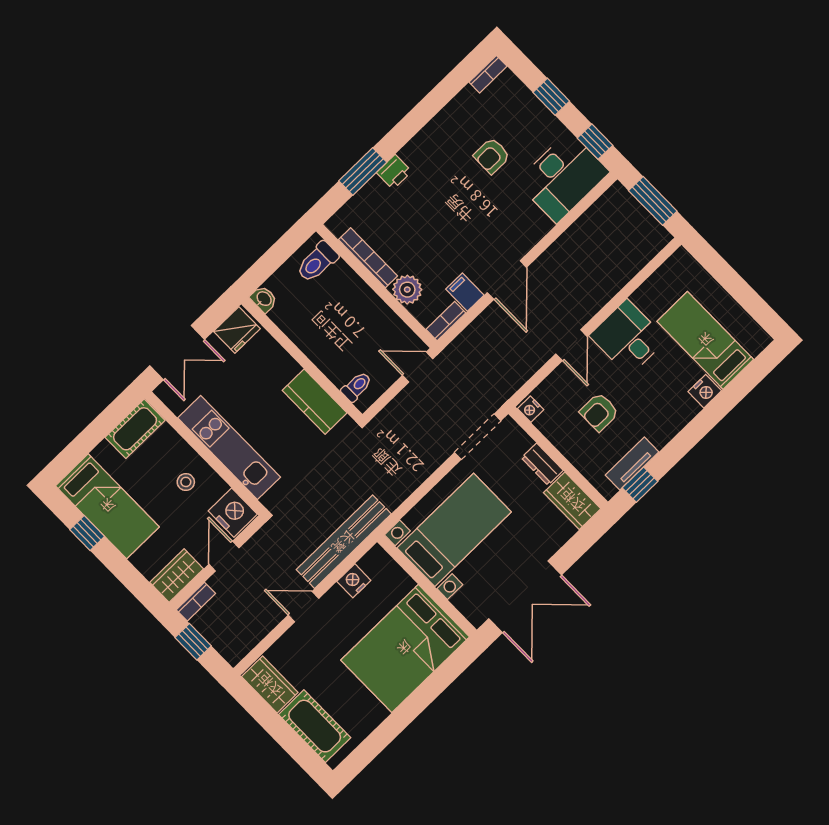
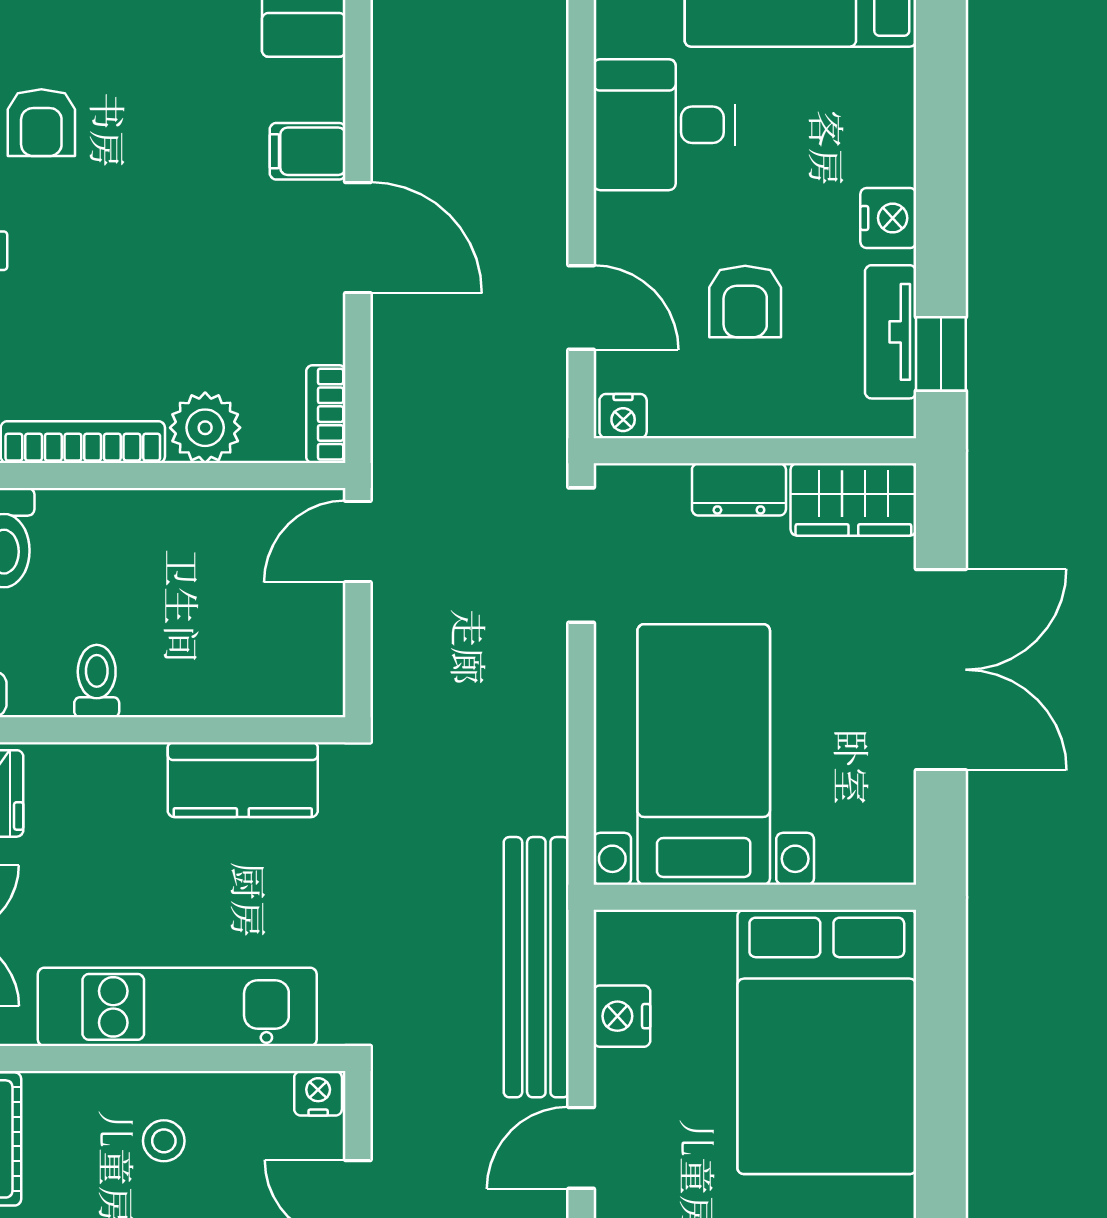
armchair: (492, 156) -> (41, 123), moved
filing cabinet: (465, 292) -> (308, 151), moved
door: (571, 345) -> (581, 308), moved
toilet: (357, 387) -> (97, 681), moved
nightstand: (705, 391) -> (888, 218), moved
nightstand: (233, 513) -> (318, 1093), width x0.53, depth x0.56
double door: (525, 597) -> (941, 670), moved

